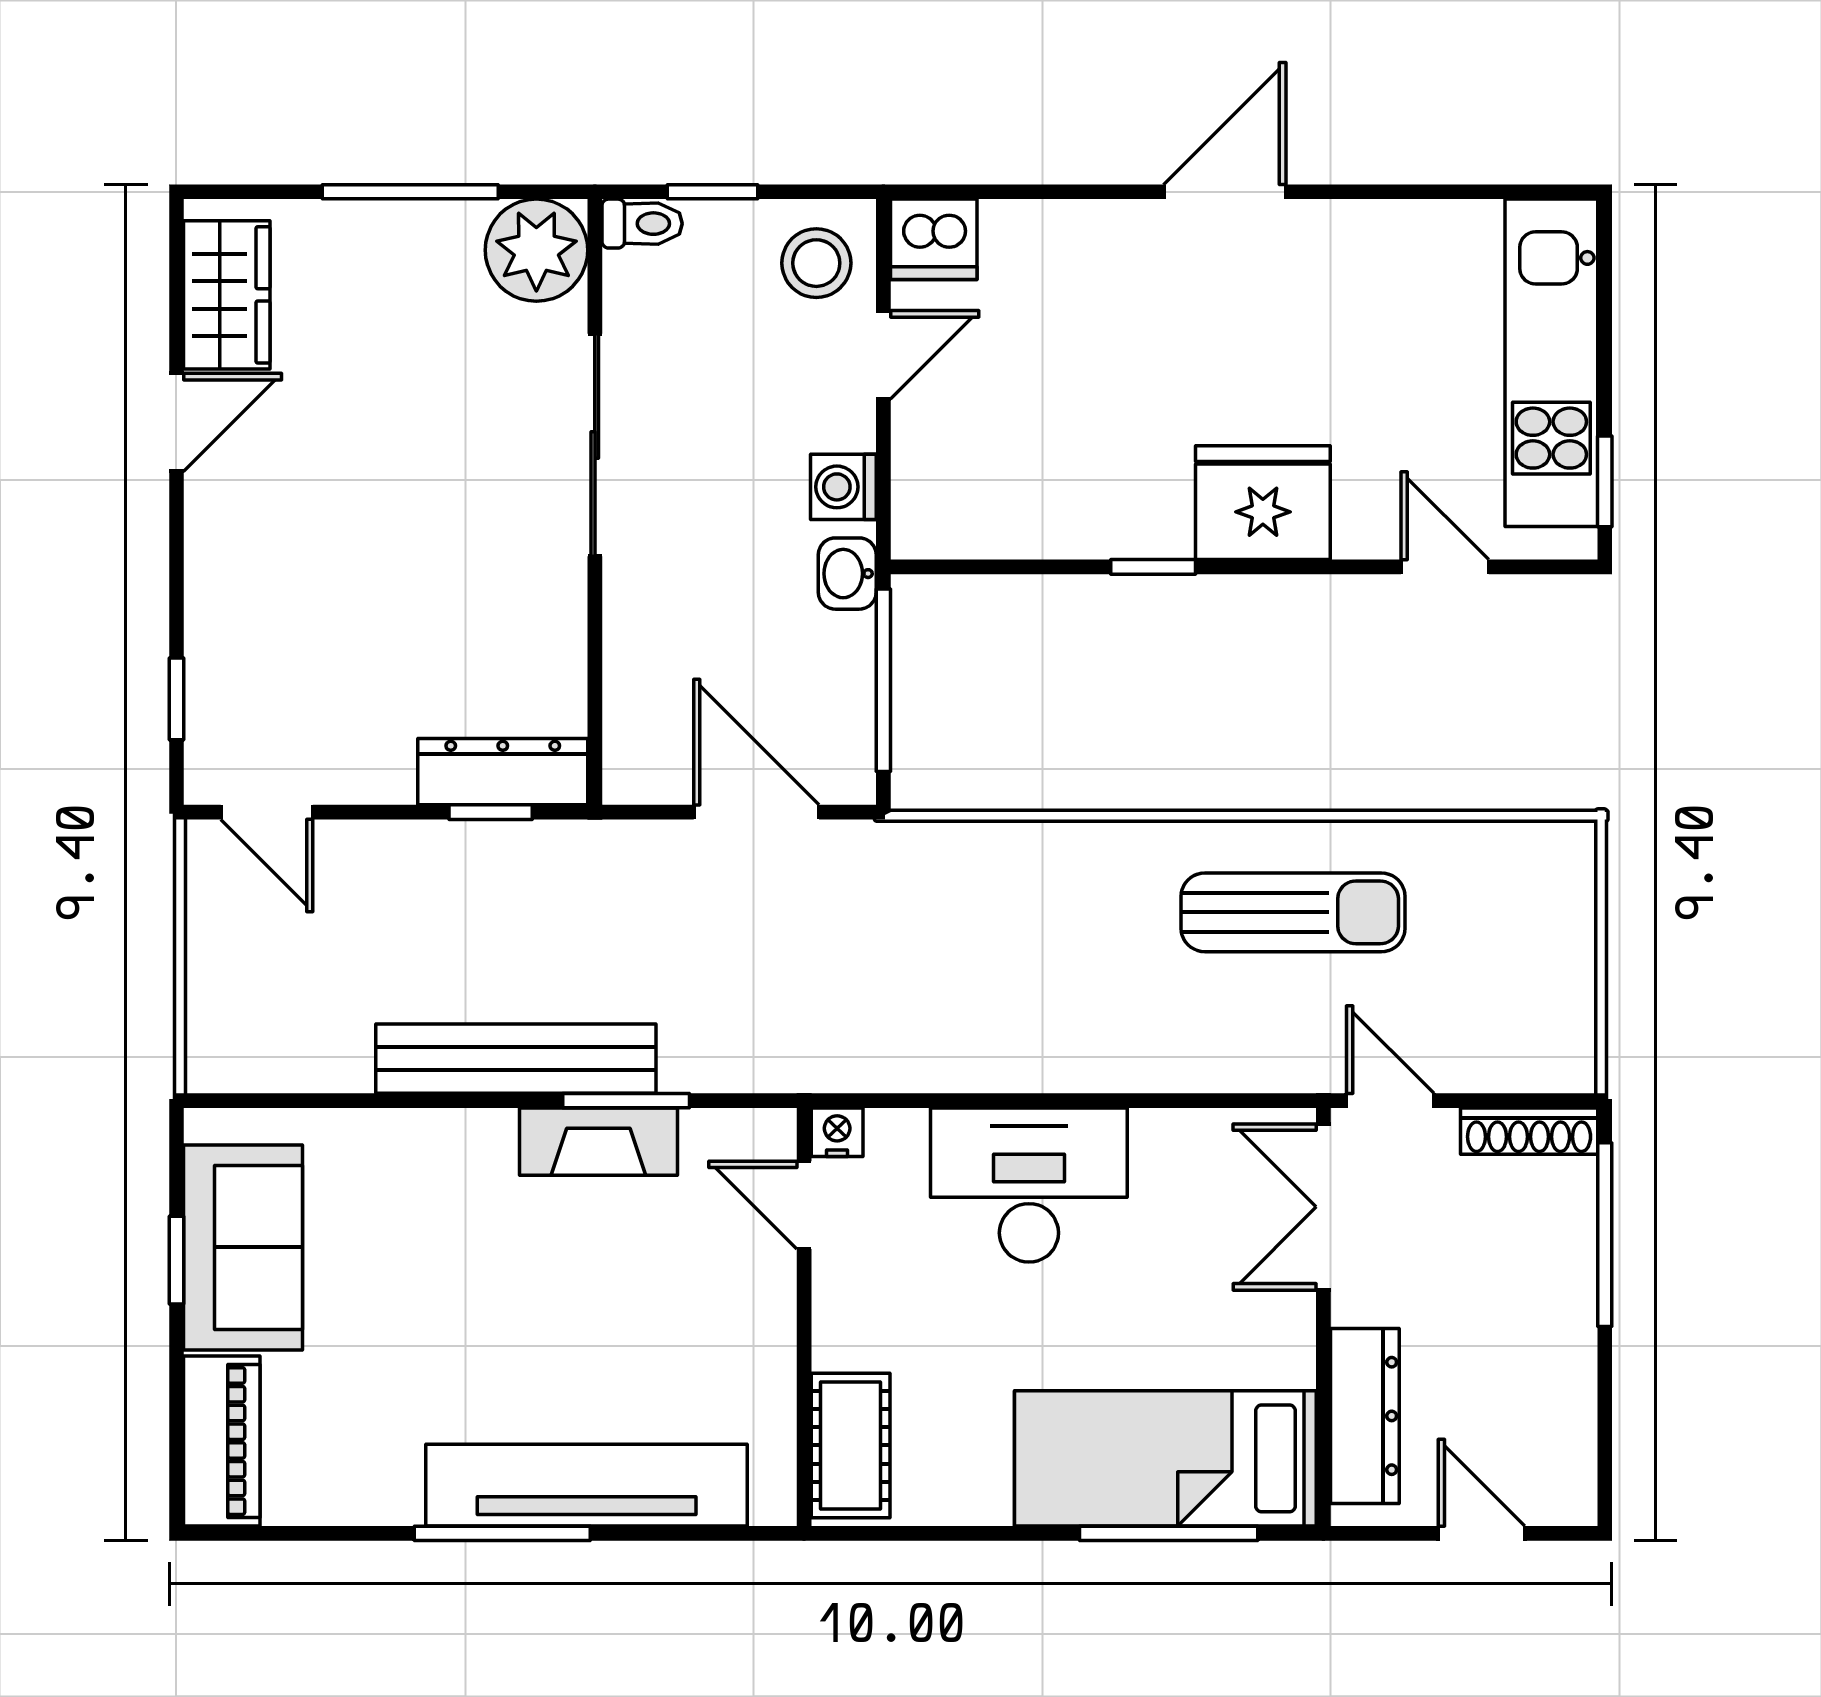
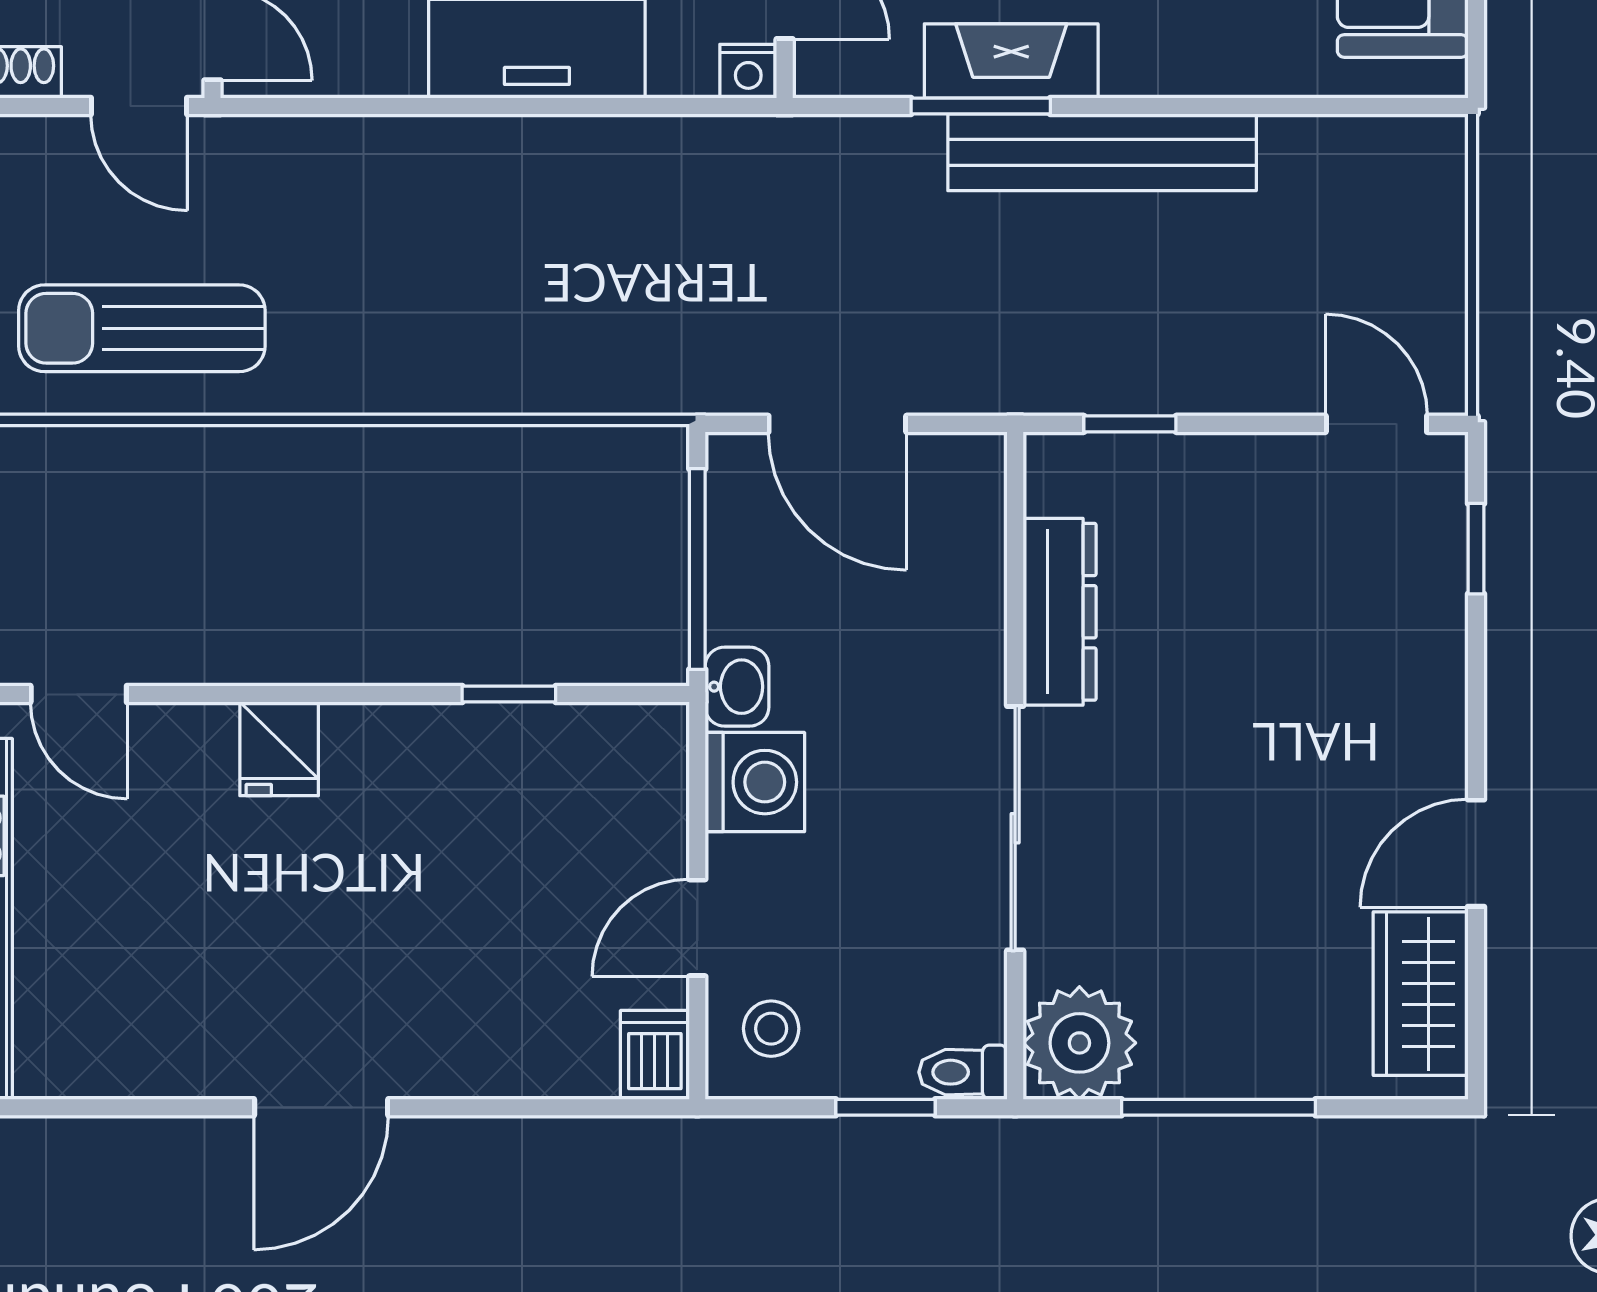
dishwasher: (934, 239) -> (655, 1055), width x0.73
stool: (816, 263) -> (771, 1029), width x0.73, depth x0.73
washing machine: (843, 487) -> (755, 782), width x1.38, depth x1.38
fridge: (1263, 503) -> (279, 749), width x0.53, depth x0.75
window: (1153, 567) -> (509, 694), moved
dresser: (503, 772) -> (1060, 612), moved, turned -90
sun lounger: (1293, 912) -> (142, 328), moved

